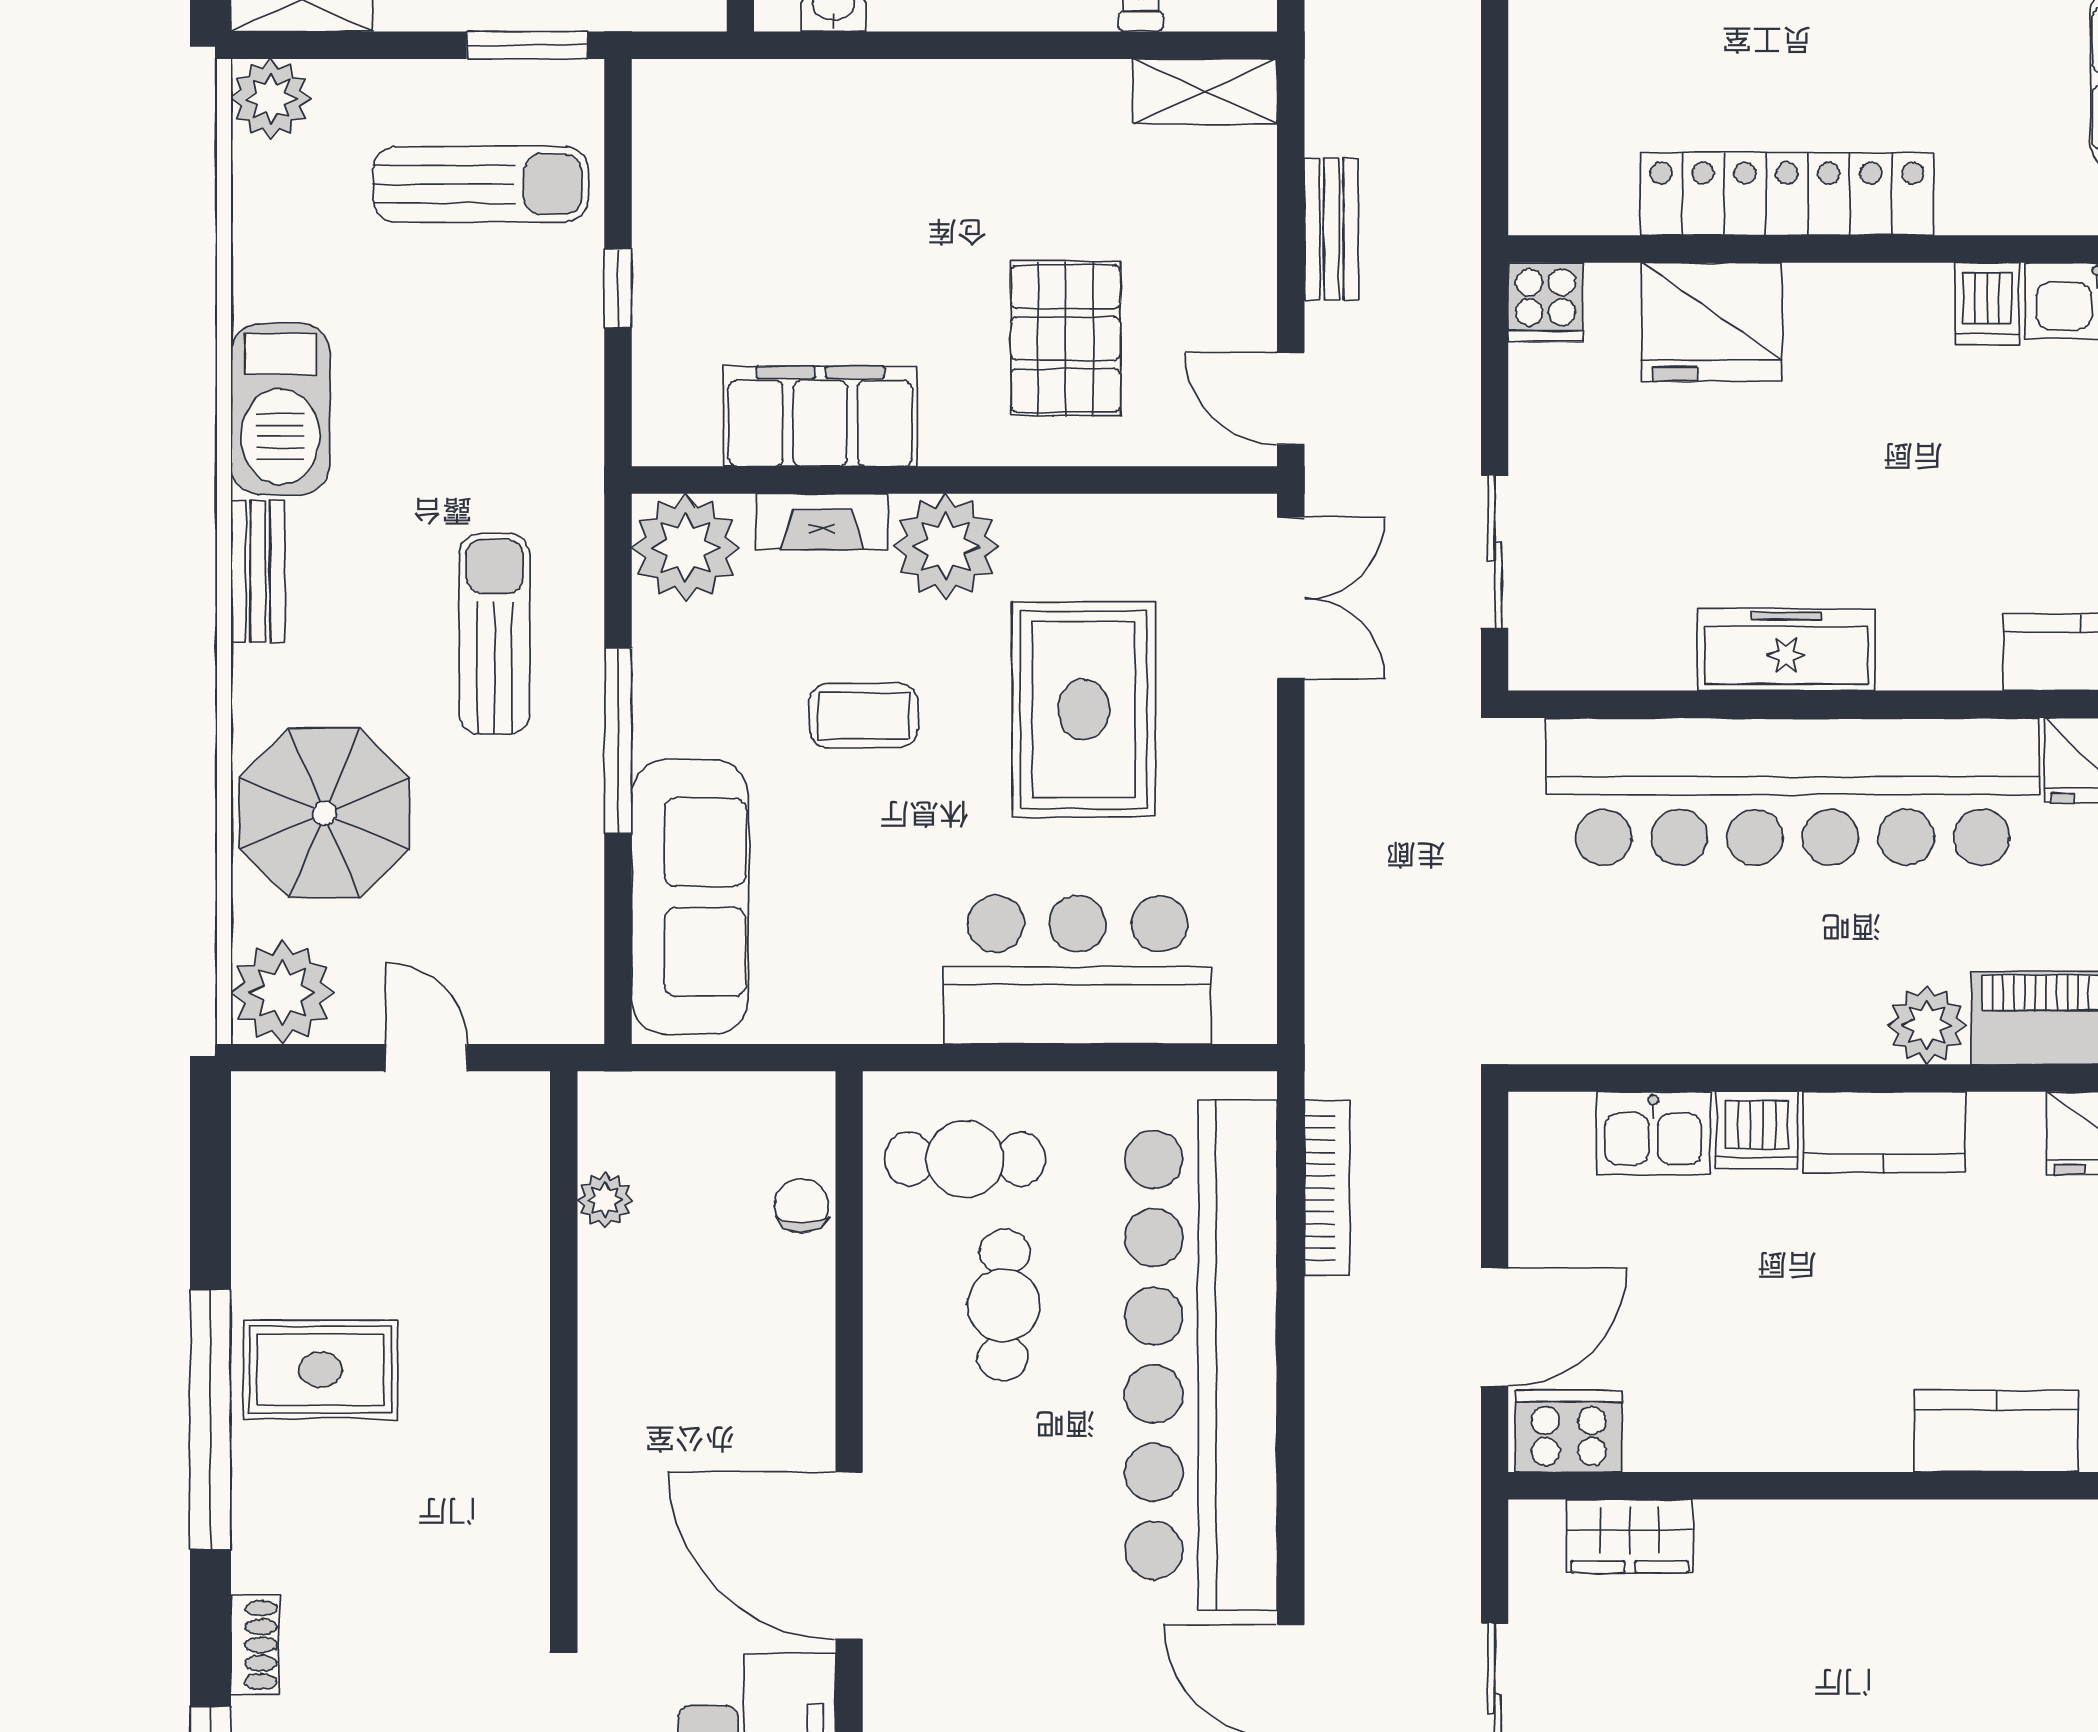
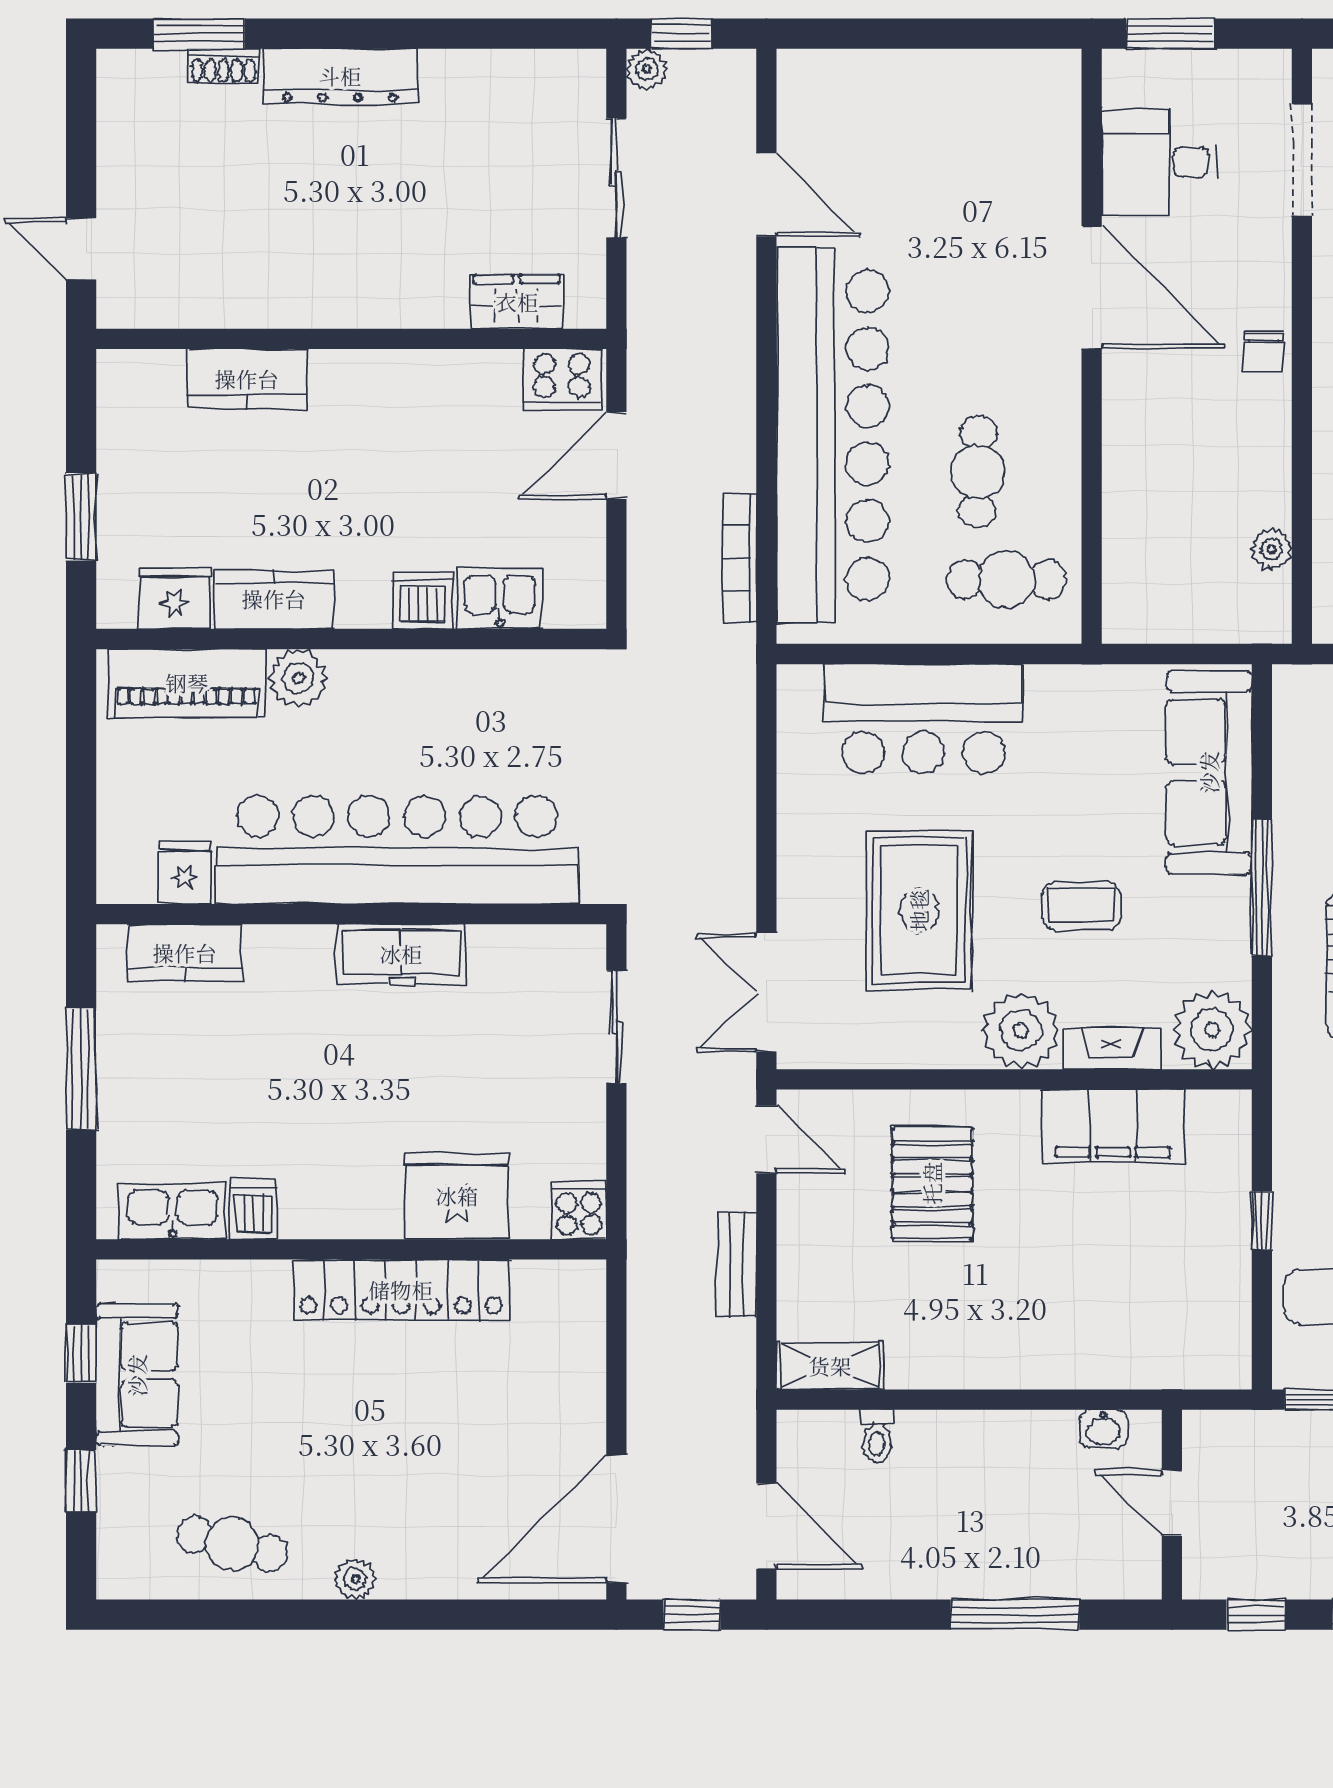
kitchen counter: (1885, 1132) -> (274, 599), moved
chair: (801, 1206) -> (1264, 353), moved

